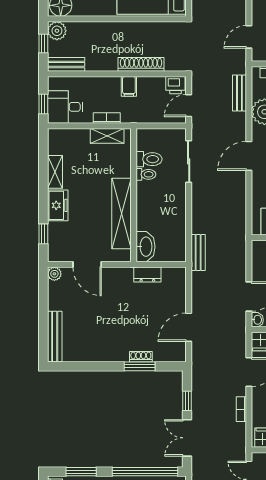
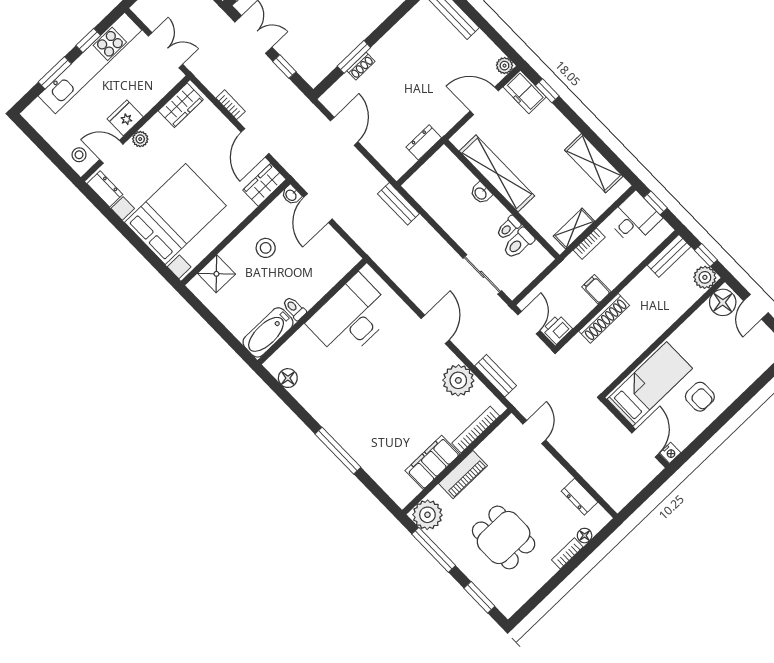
shelving: (55, 172) -> (594, 163), width x1.50, depth x1.33
freezer: (58, 205) -> (525, 92), moved
washbasin: (145, 247) -> (481, 193), moved, width x0.52, depth x0.69

